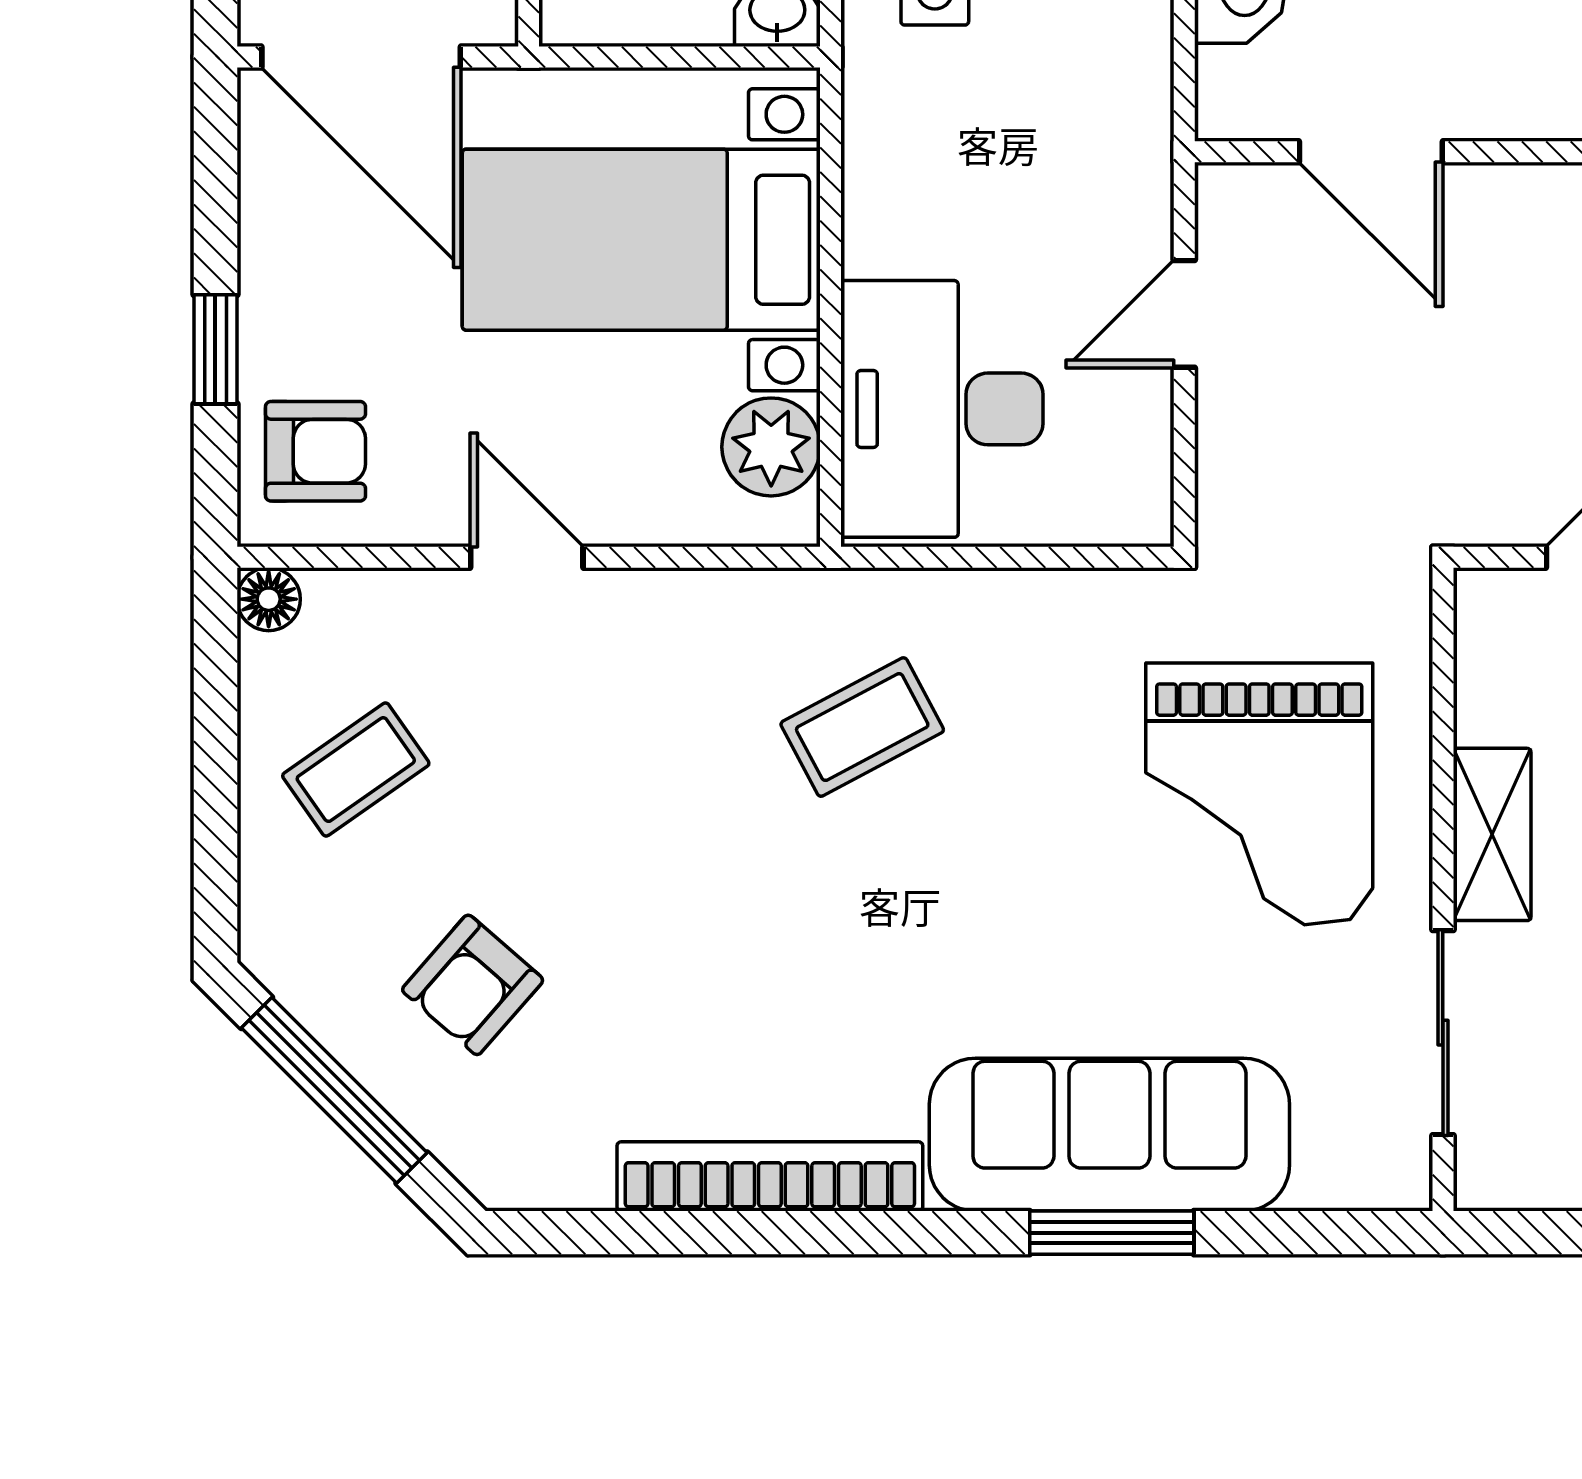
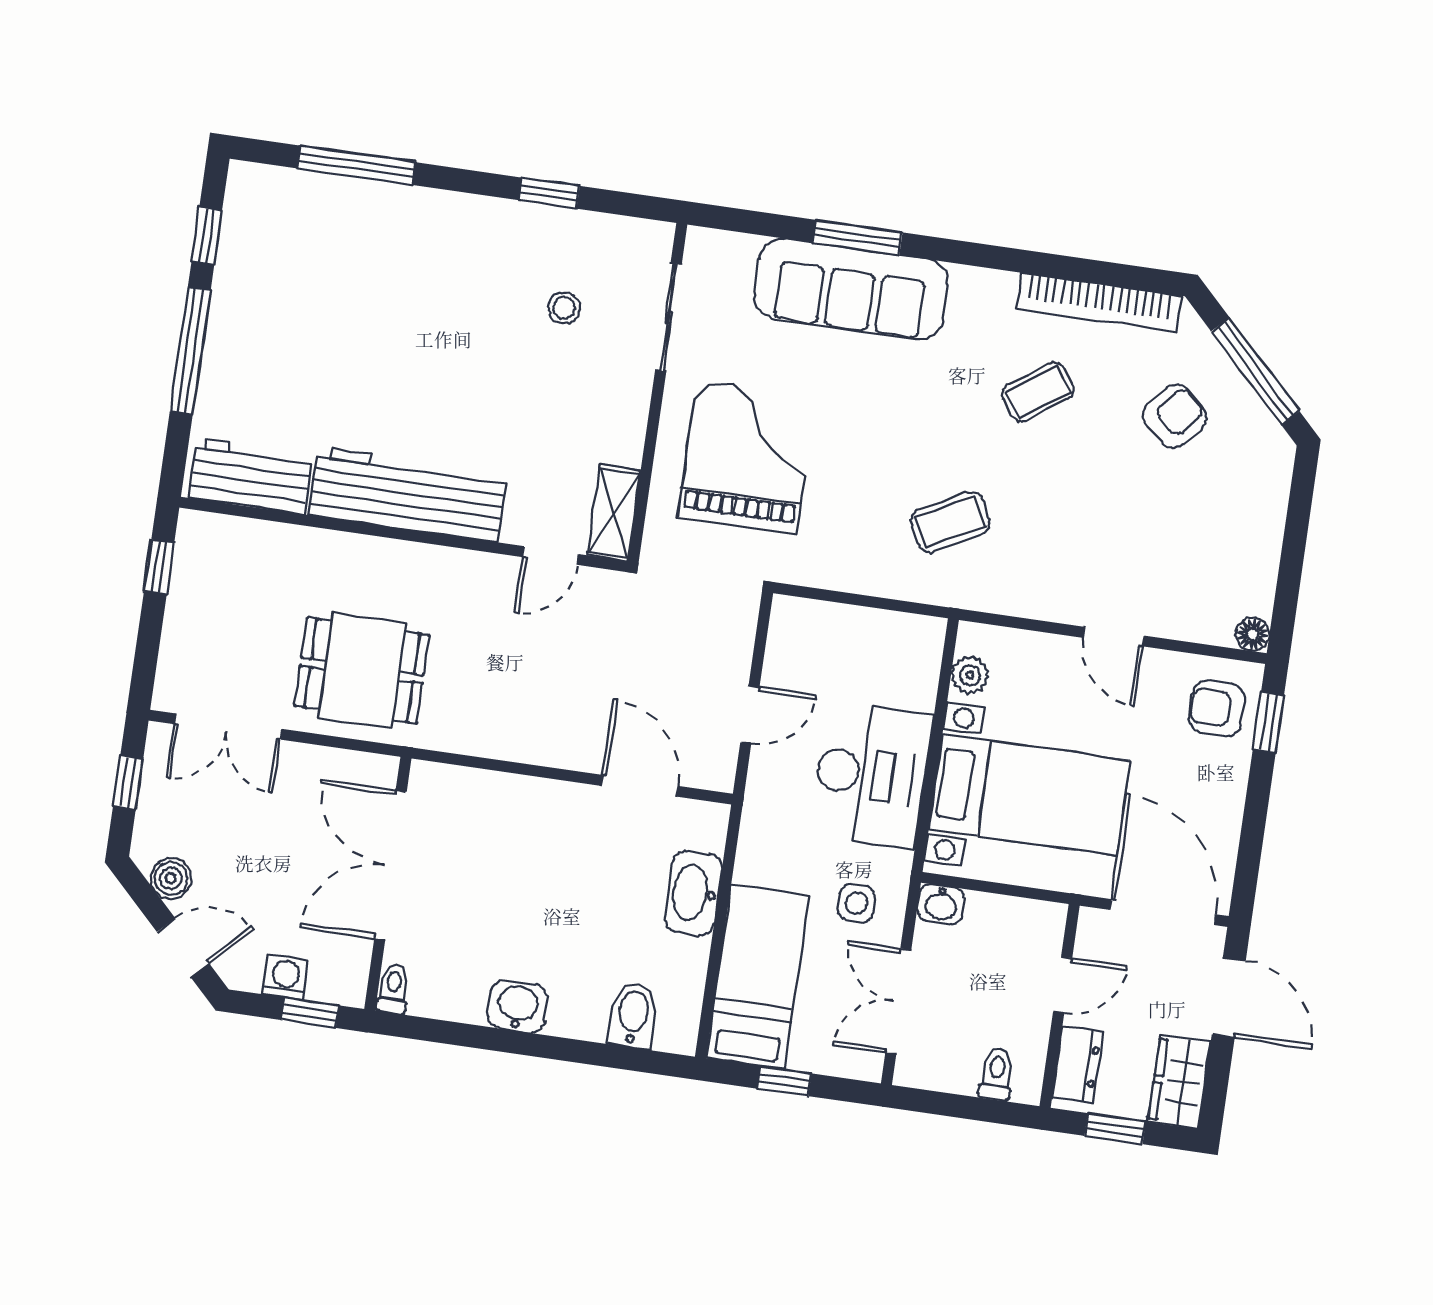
window: (215, 349) -> (1268, 722), moved
desk: (942, 409) -> (871, 775), moved
plant: (771, 447) -> (970, 675), width x0.73, depth x0.73
coffee table: (356, 770) -> (1038, 392), moved
shelving: (1492, 834) -> (614, 513), moved
bookcase: (770, 1176) -> (1099, 302), moved

